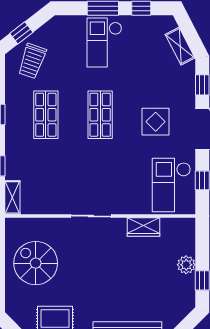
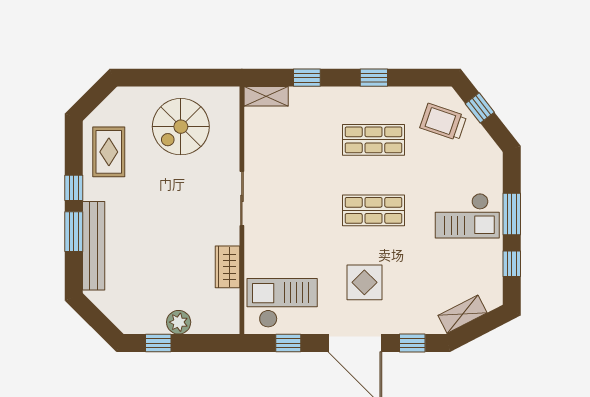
checkout: (104, 43) -> (467, 216), turned 180
spiral stairs: (36, 263) -> (181, 127), turned 180

